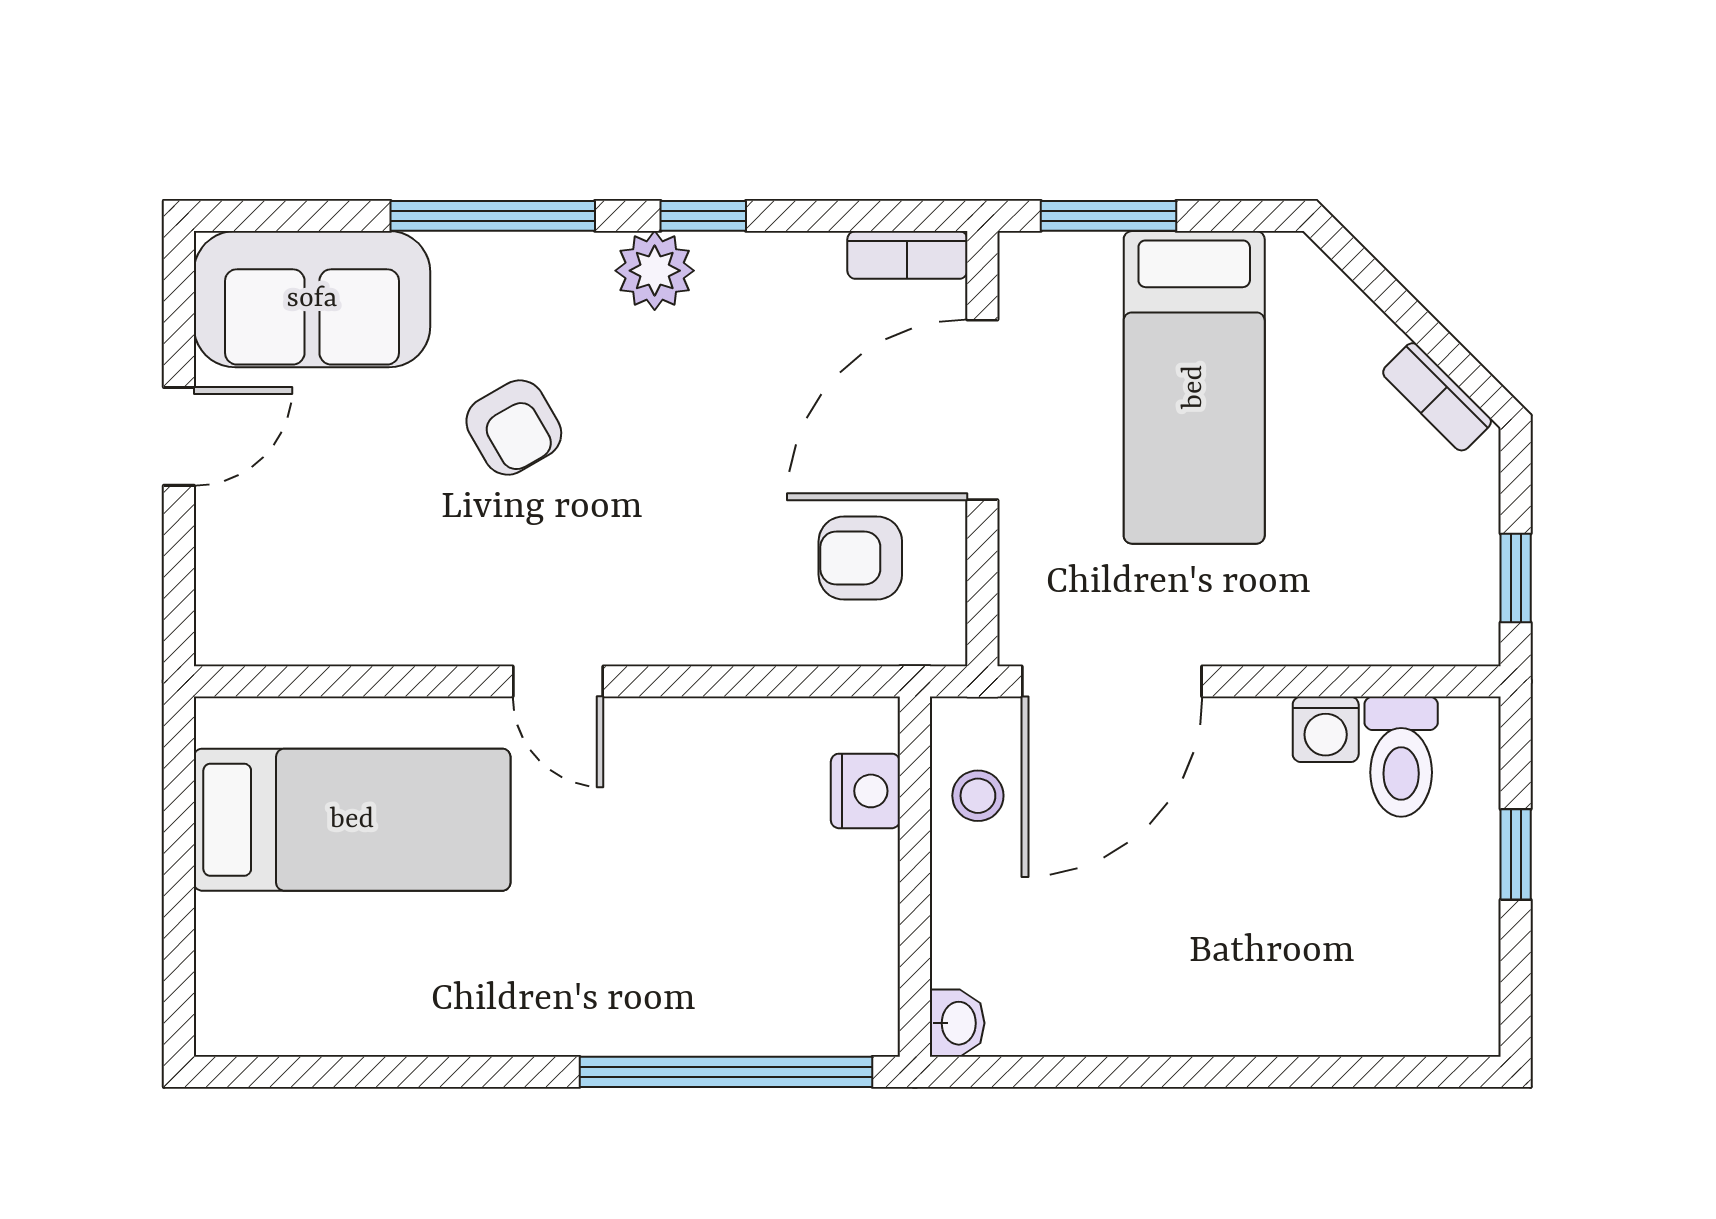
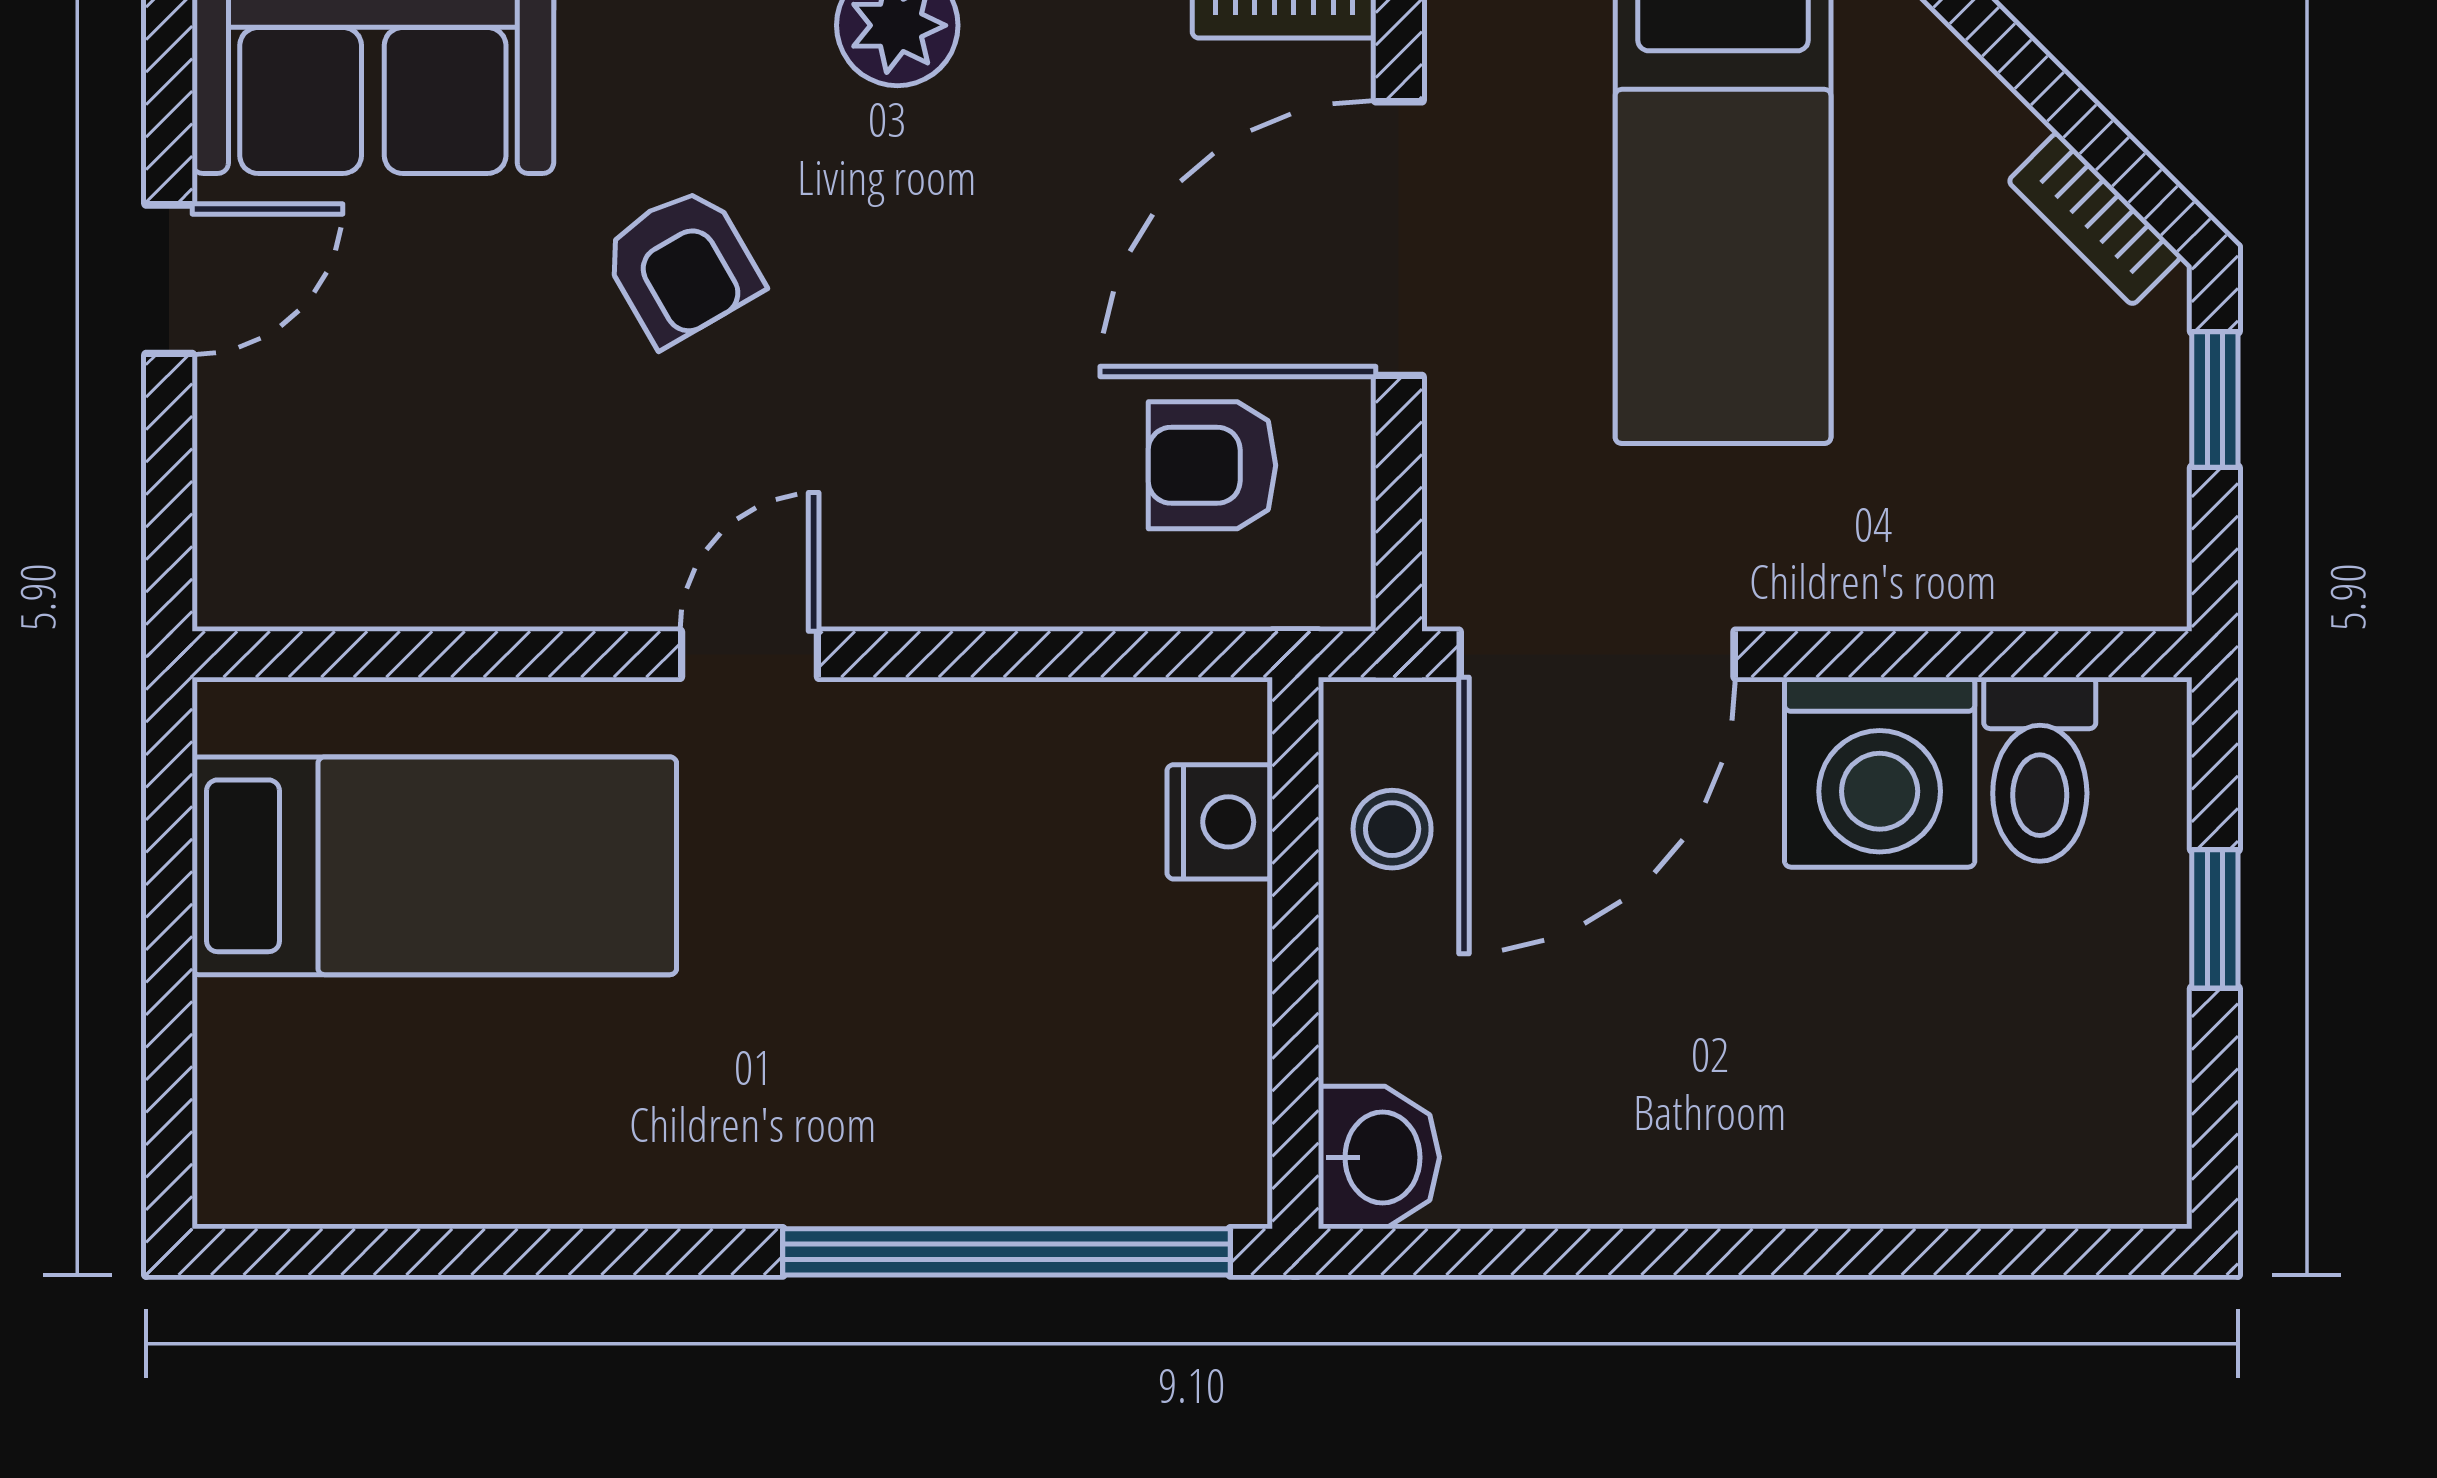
window: (1516, 578) -> (2215, 400), moved
door: (558, 681) -> (749, 654), swing flipped
washing machine: (1326, 729) -> (1880, 772), width x1.89, depth x1.89
washbasin: (957, 1023) -> (1379, 1157), width x1.38, depth x1.45

